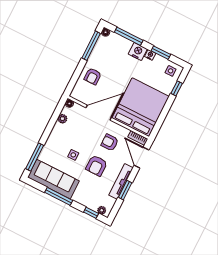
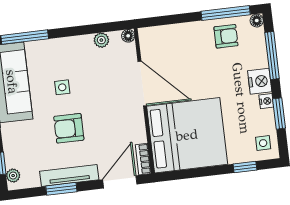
armchair: (93, 76) -> (226, 36), moved, turned 180
armchair: (110, 142) -> (112, 125), removed

